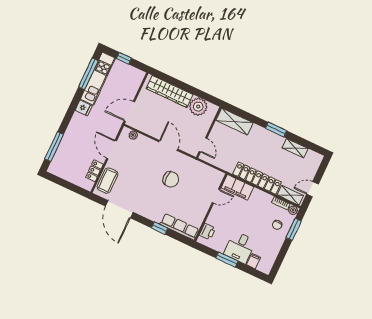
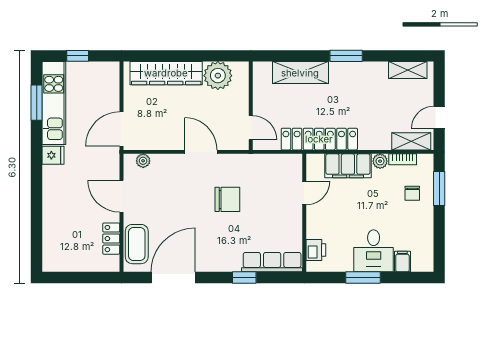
window: (88, 74) -> (37, 103), width x0.69
shelving: (234, 122) -> (300, 73), moved
window: (54, 147) -> (37, 231), removed
shelving: (295, 148) -> (408, 70), moved
locker: (257, 178) -> (319, 139), moved
filing cabinet: (237, 187) -> (348, 166), moved
door: (119, 209) -> (173, 277), swing flipped
plant: (293, 210) -> (380, 161), moved

